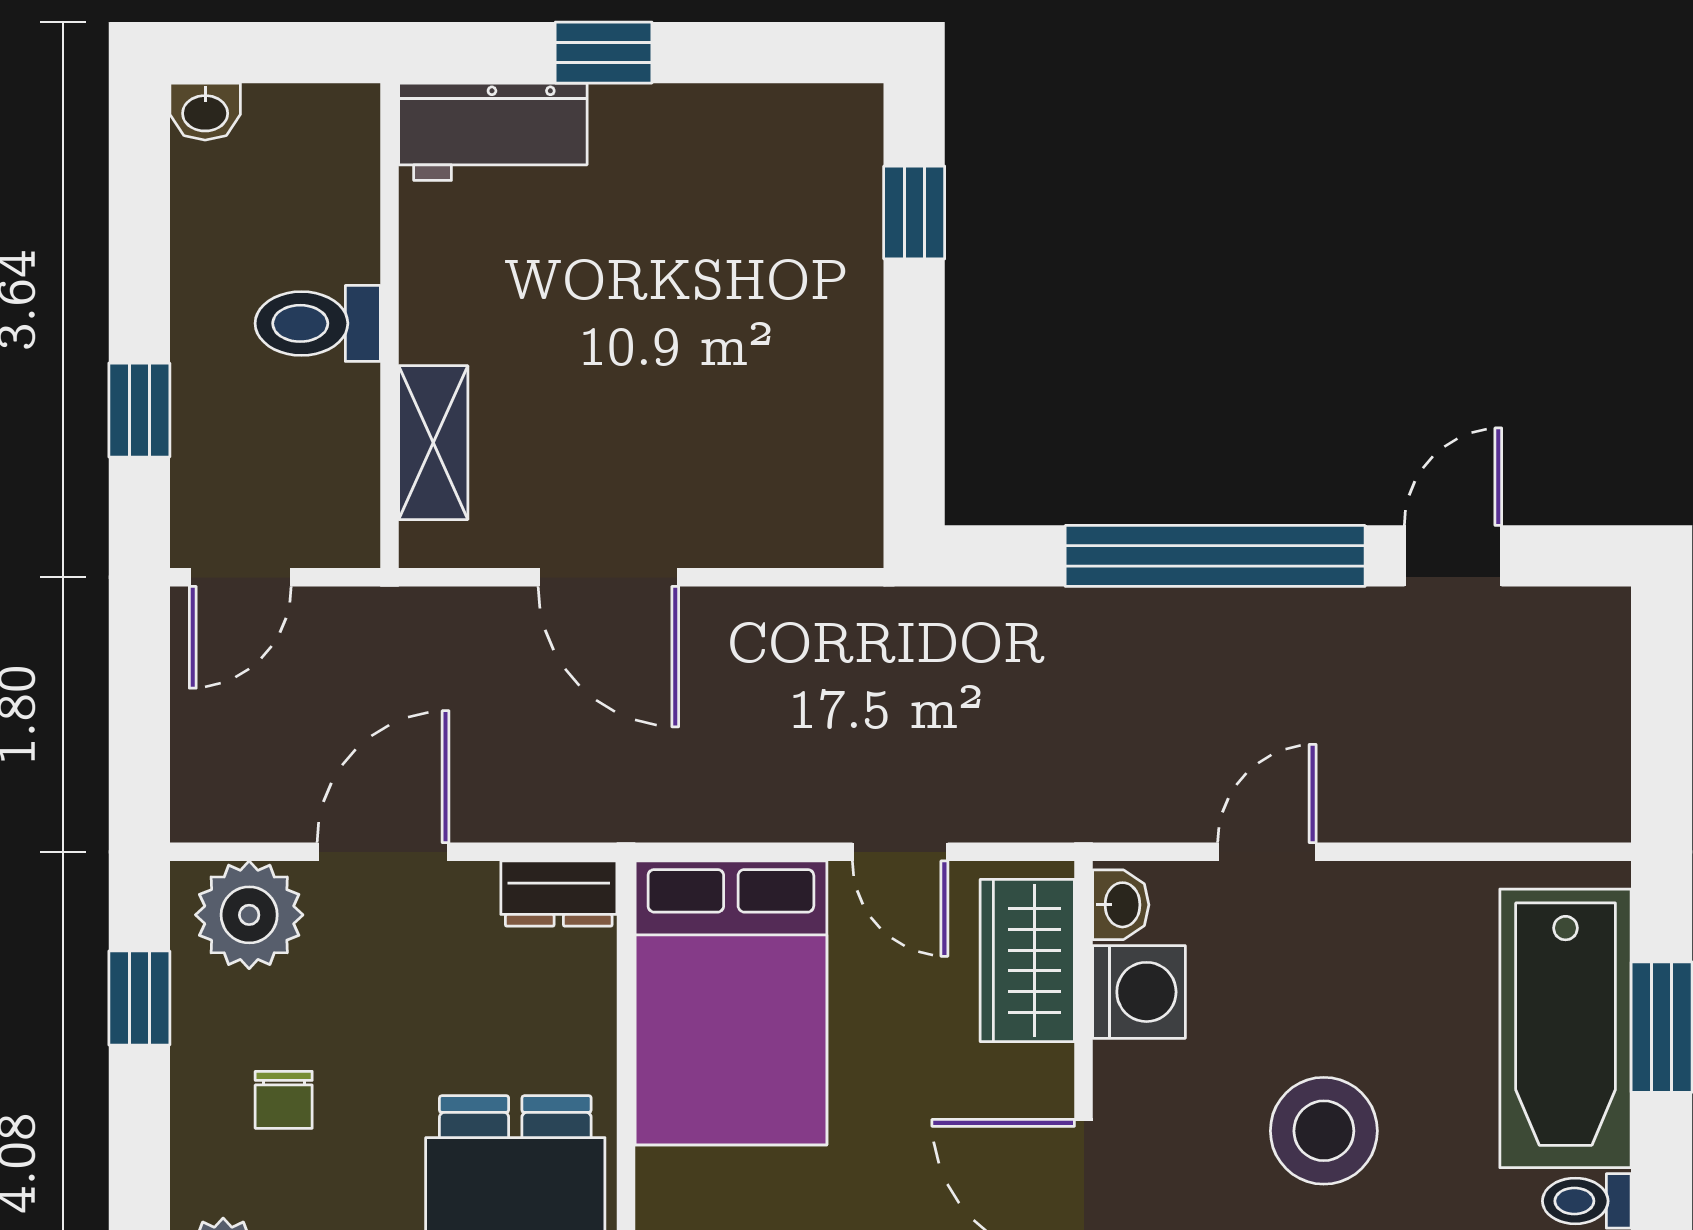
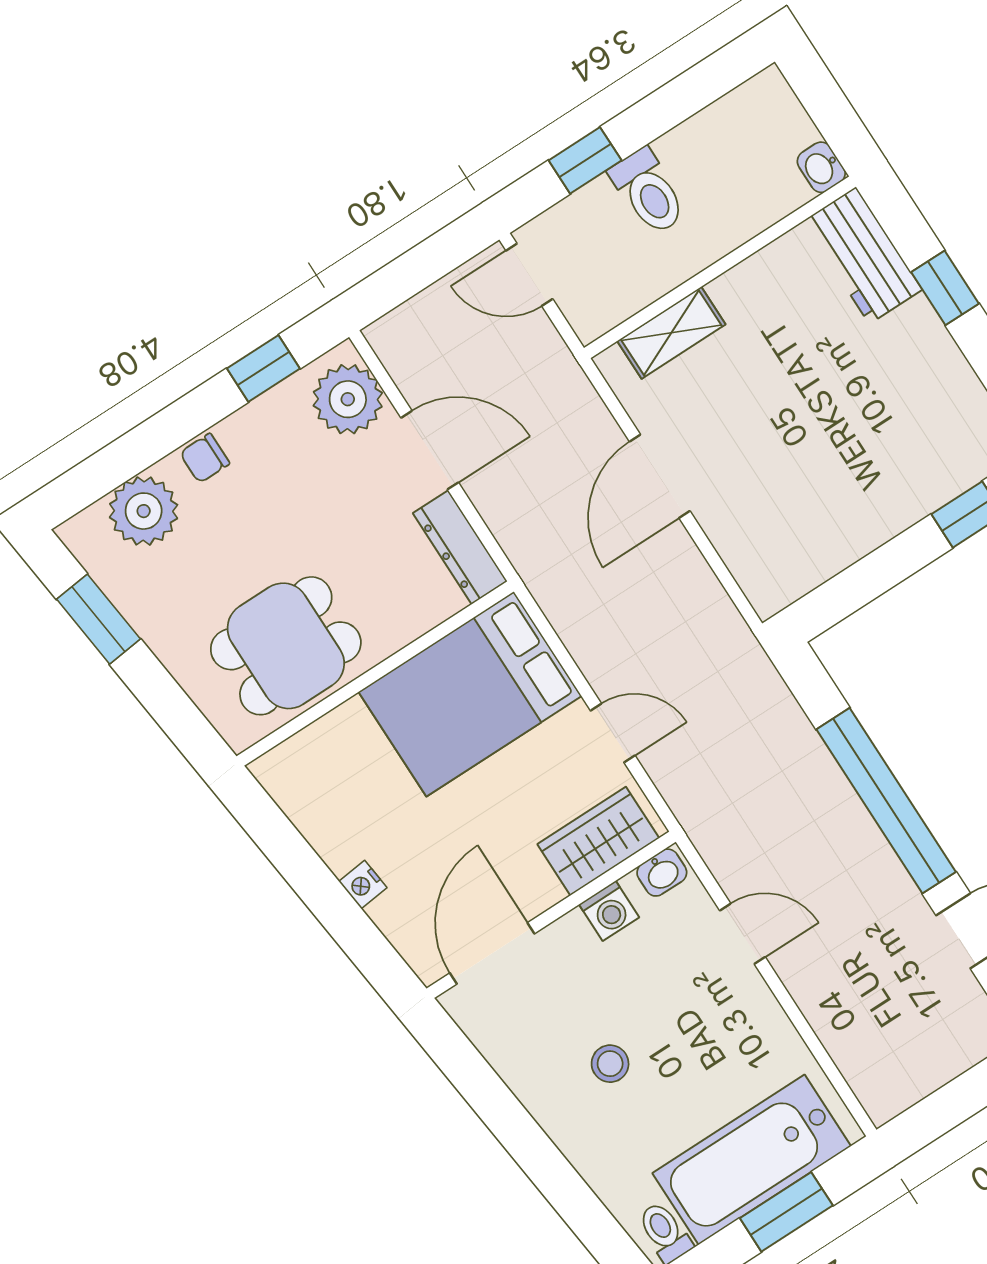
washbasin: (205, 112) -> (821, 167), moved
toilet: (318, 323) -> (648, 192), moved, turned 180
door: (900, 852) -> (613, 733), swing flipped
dresser: (559, 894) -> (460, 547), width x1.44
washing machine: (1139, 992) -> (609, 911), width x0.73, depth x0.73
chair: (284, 1100) -> (205, 458), moved
stool: (1324, 1131) -> (610, 1064), width x0.53, depth x0.53

